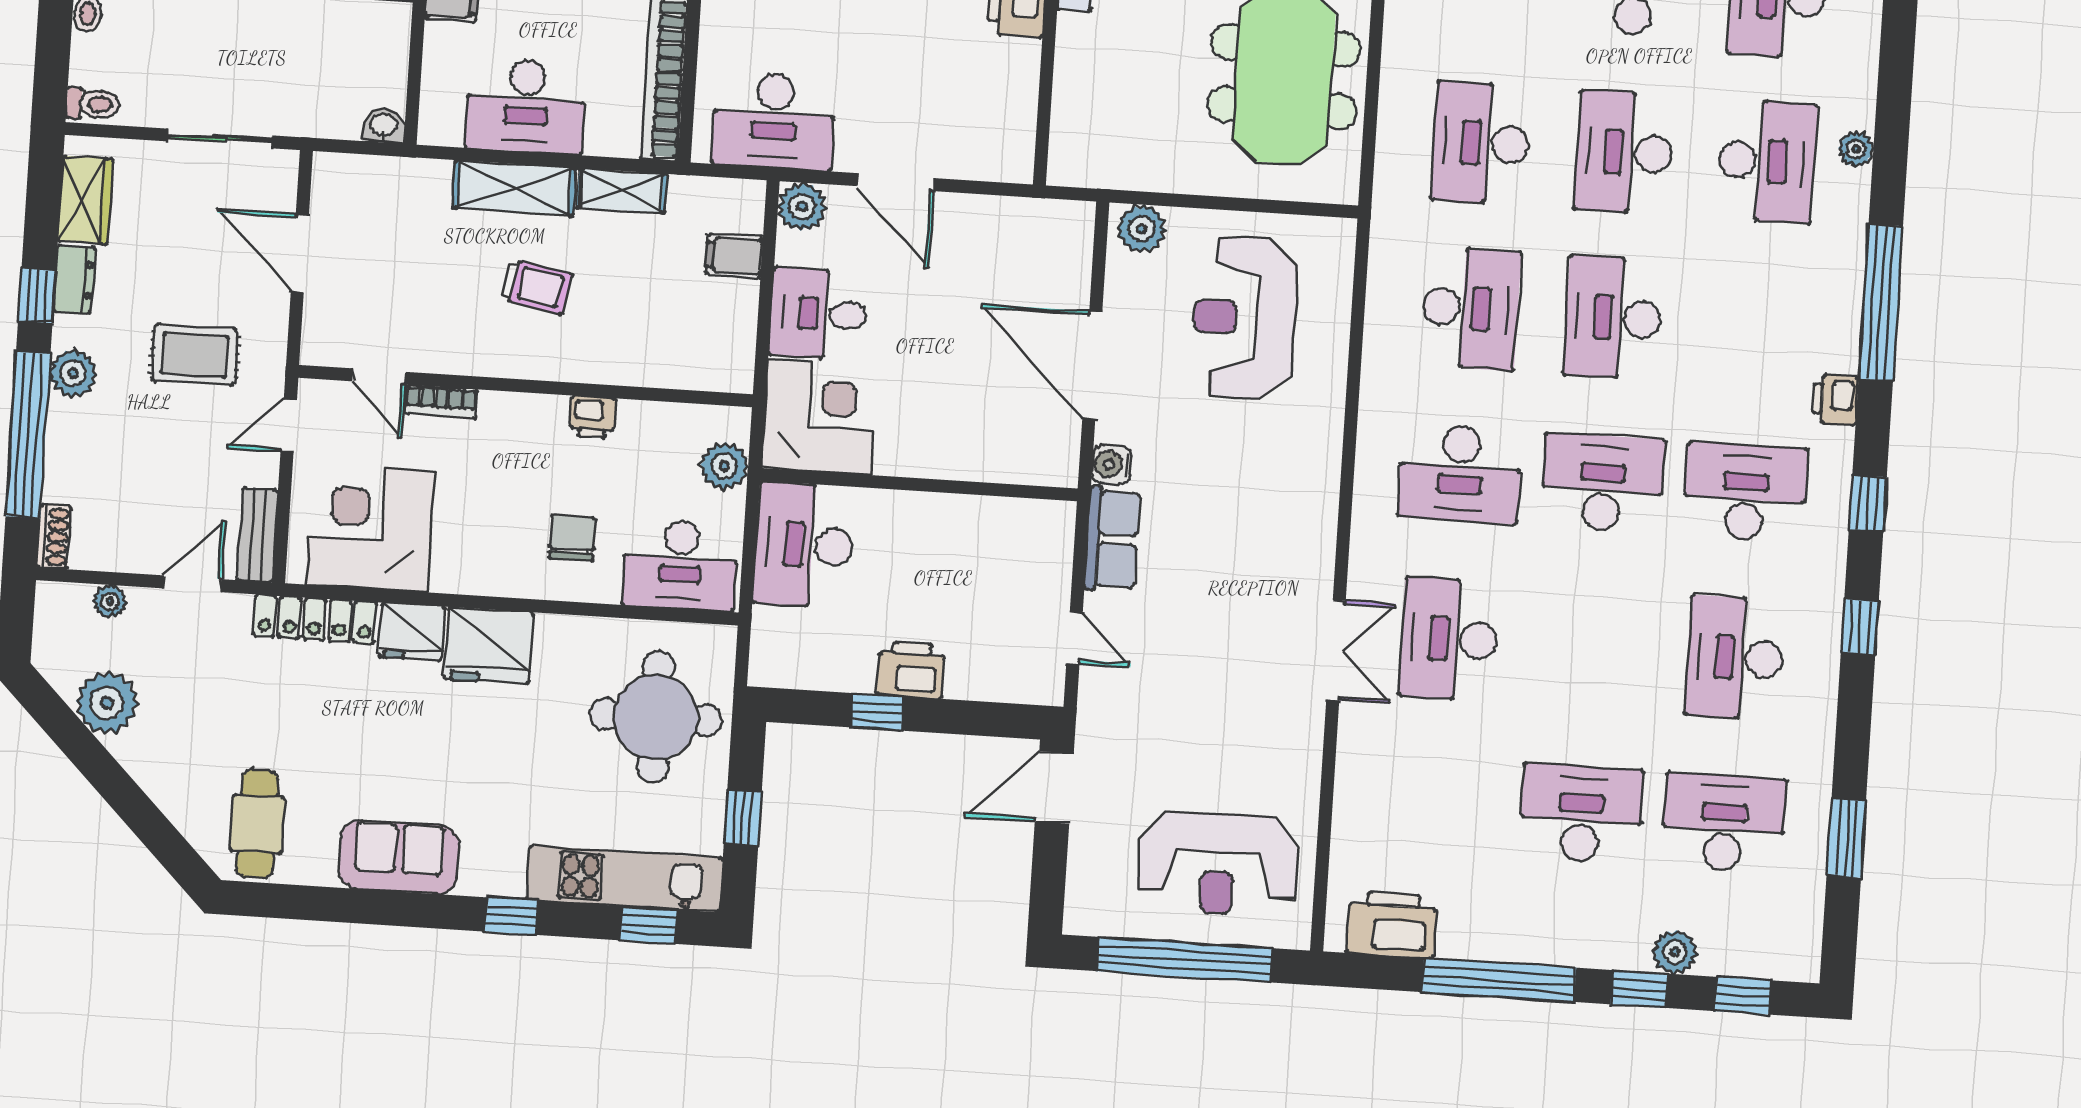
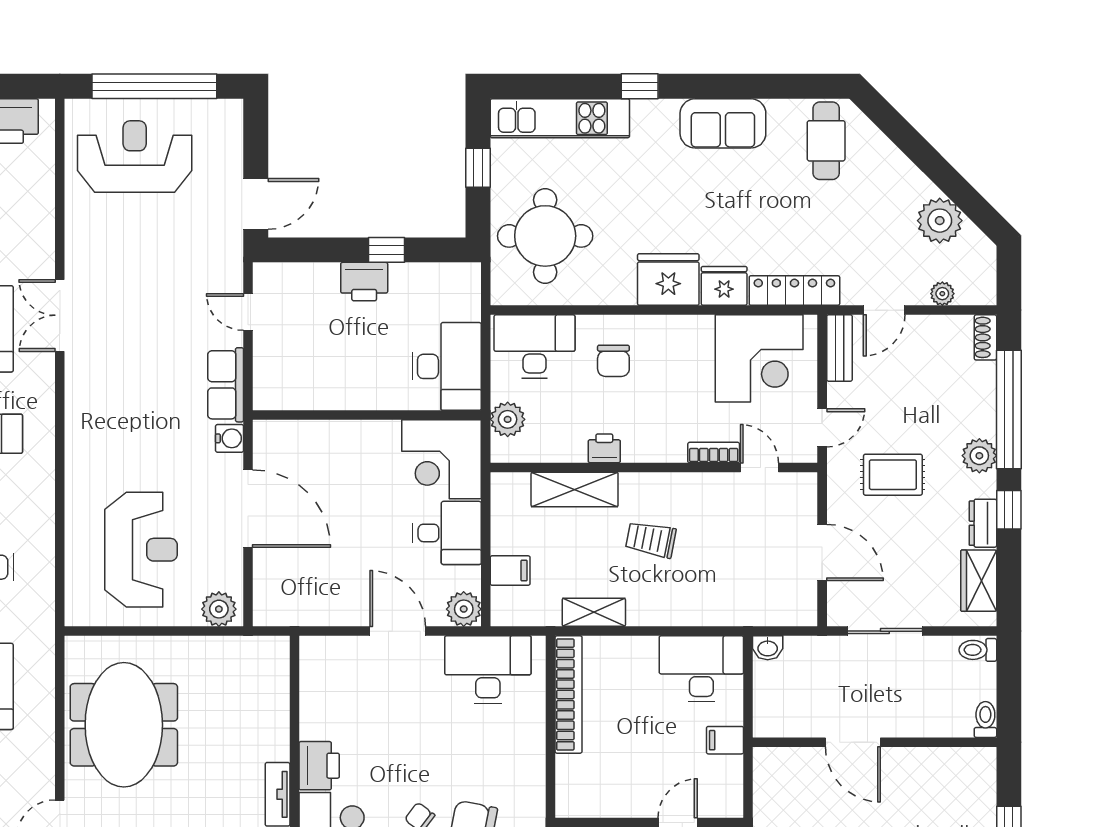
desk: (526, 106) -> (701, 669), moved
shelving: (514, 188) -> (575, 489), moved
window: (649, 925) -> (540, 86), removed

